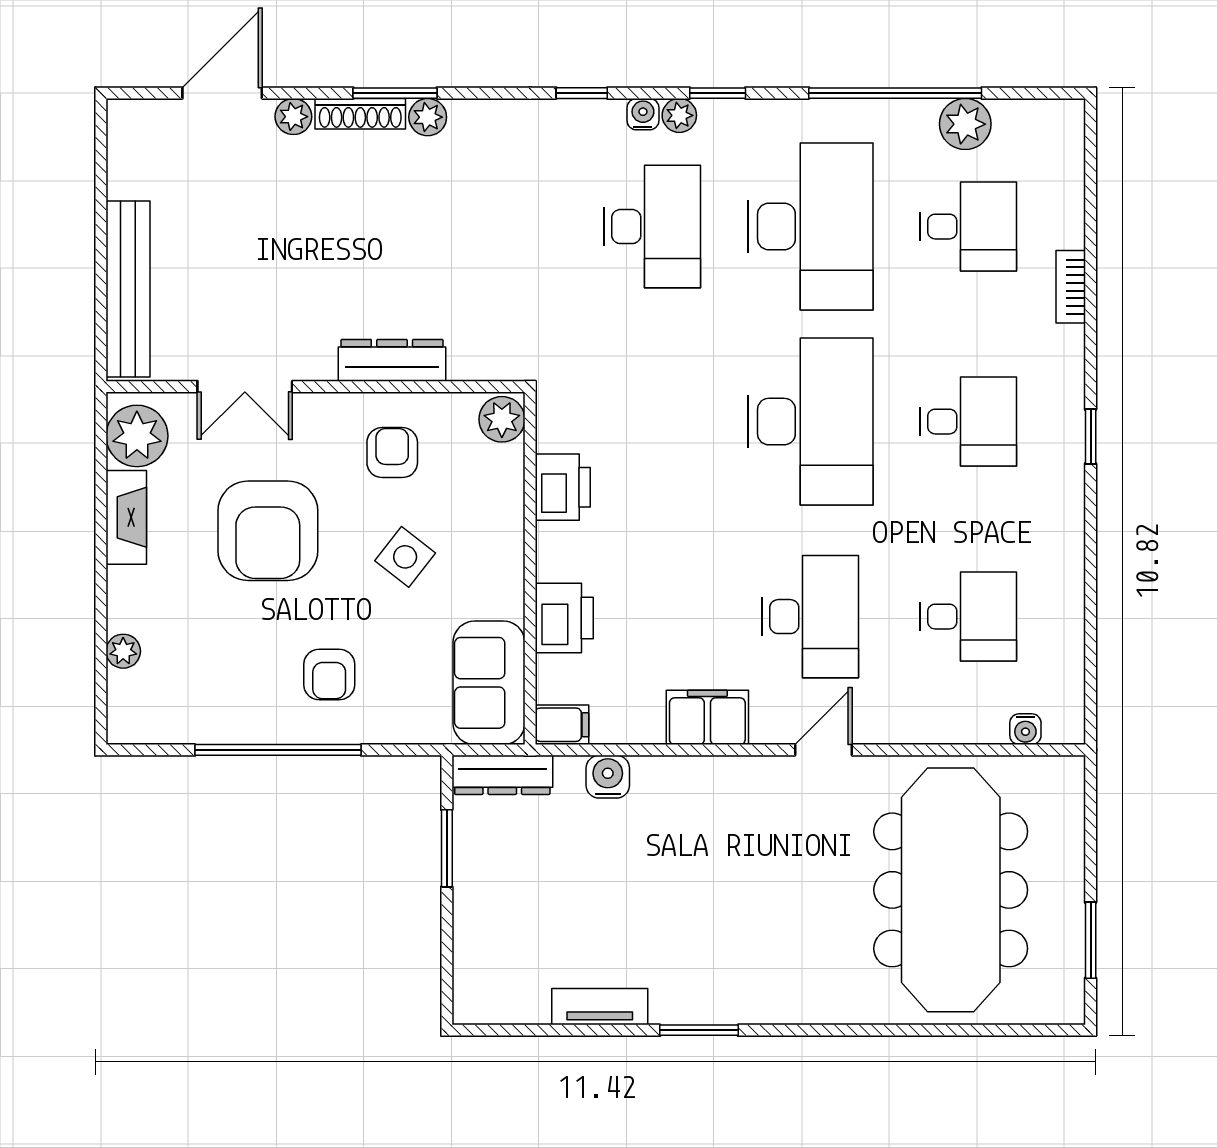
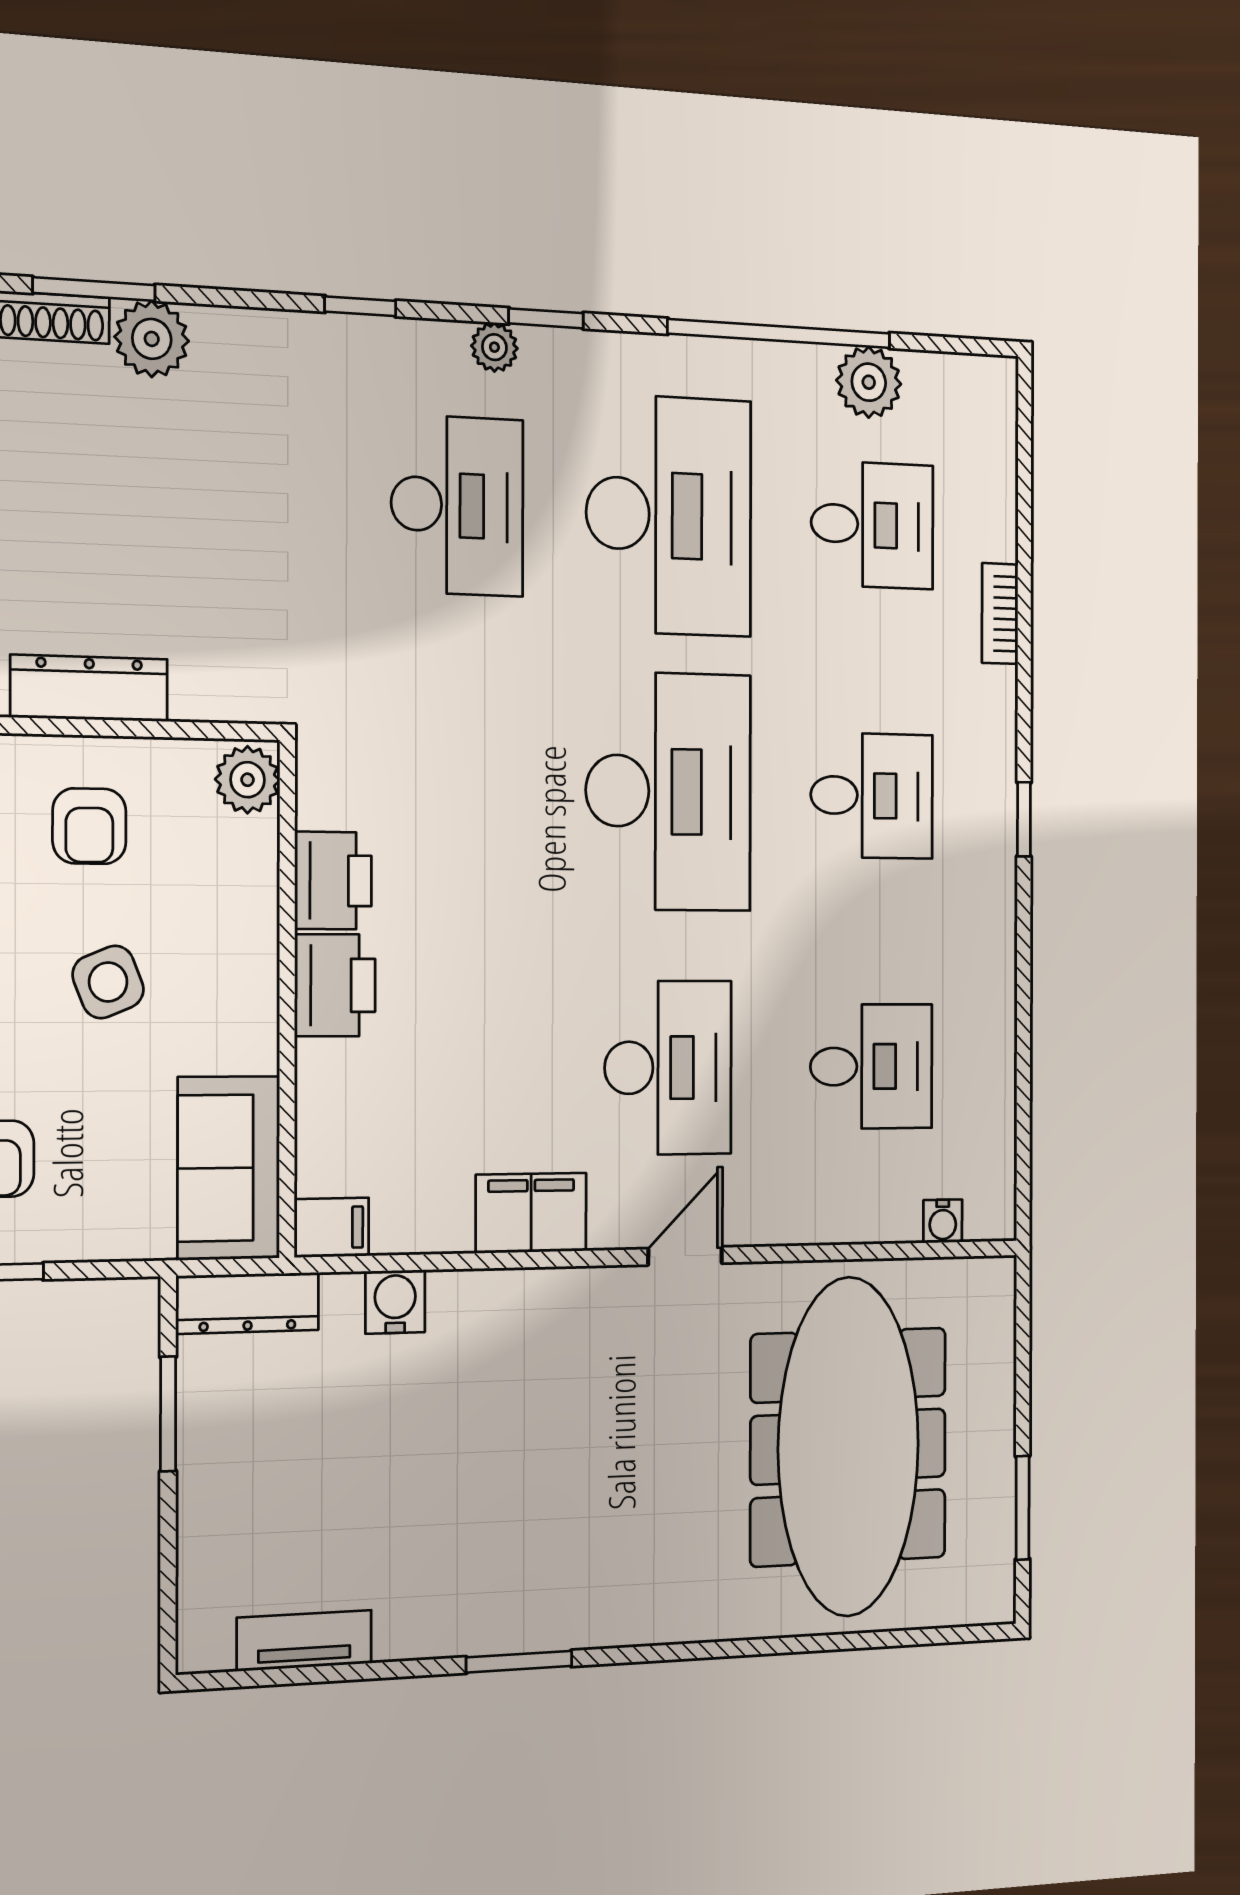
water cooler: (643, 114) -> (445, 342), removed
plant: (428, 117) -> (152, 339), width x1.38, depth x1.38
armchair: (392, 453) -> (89, 826), turned 180
side table: (405, 557) -> (108, 982), turned 30
printer: (564, 618) -> (335, 985), moved
tv unit: (600, 1007) -> (304, 1641), moved

